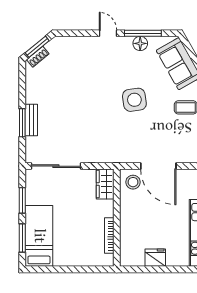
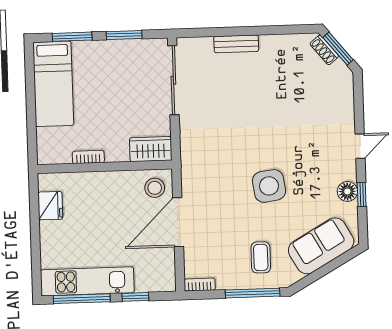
window: (143, 33) -> (362, 195), width x0.46
window: (22, 123) -> (232, 31), removed
bed: (39, 236) -> (53, 84), moved, turned 90
bookcase: (109, 236) -> (88, 157), width x0.64
fridge: (155, 258) -> (50, 206), moved

